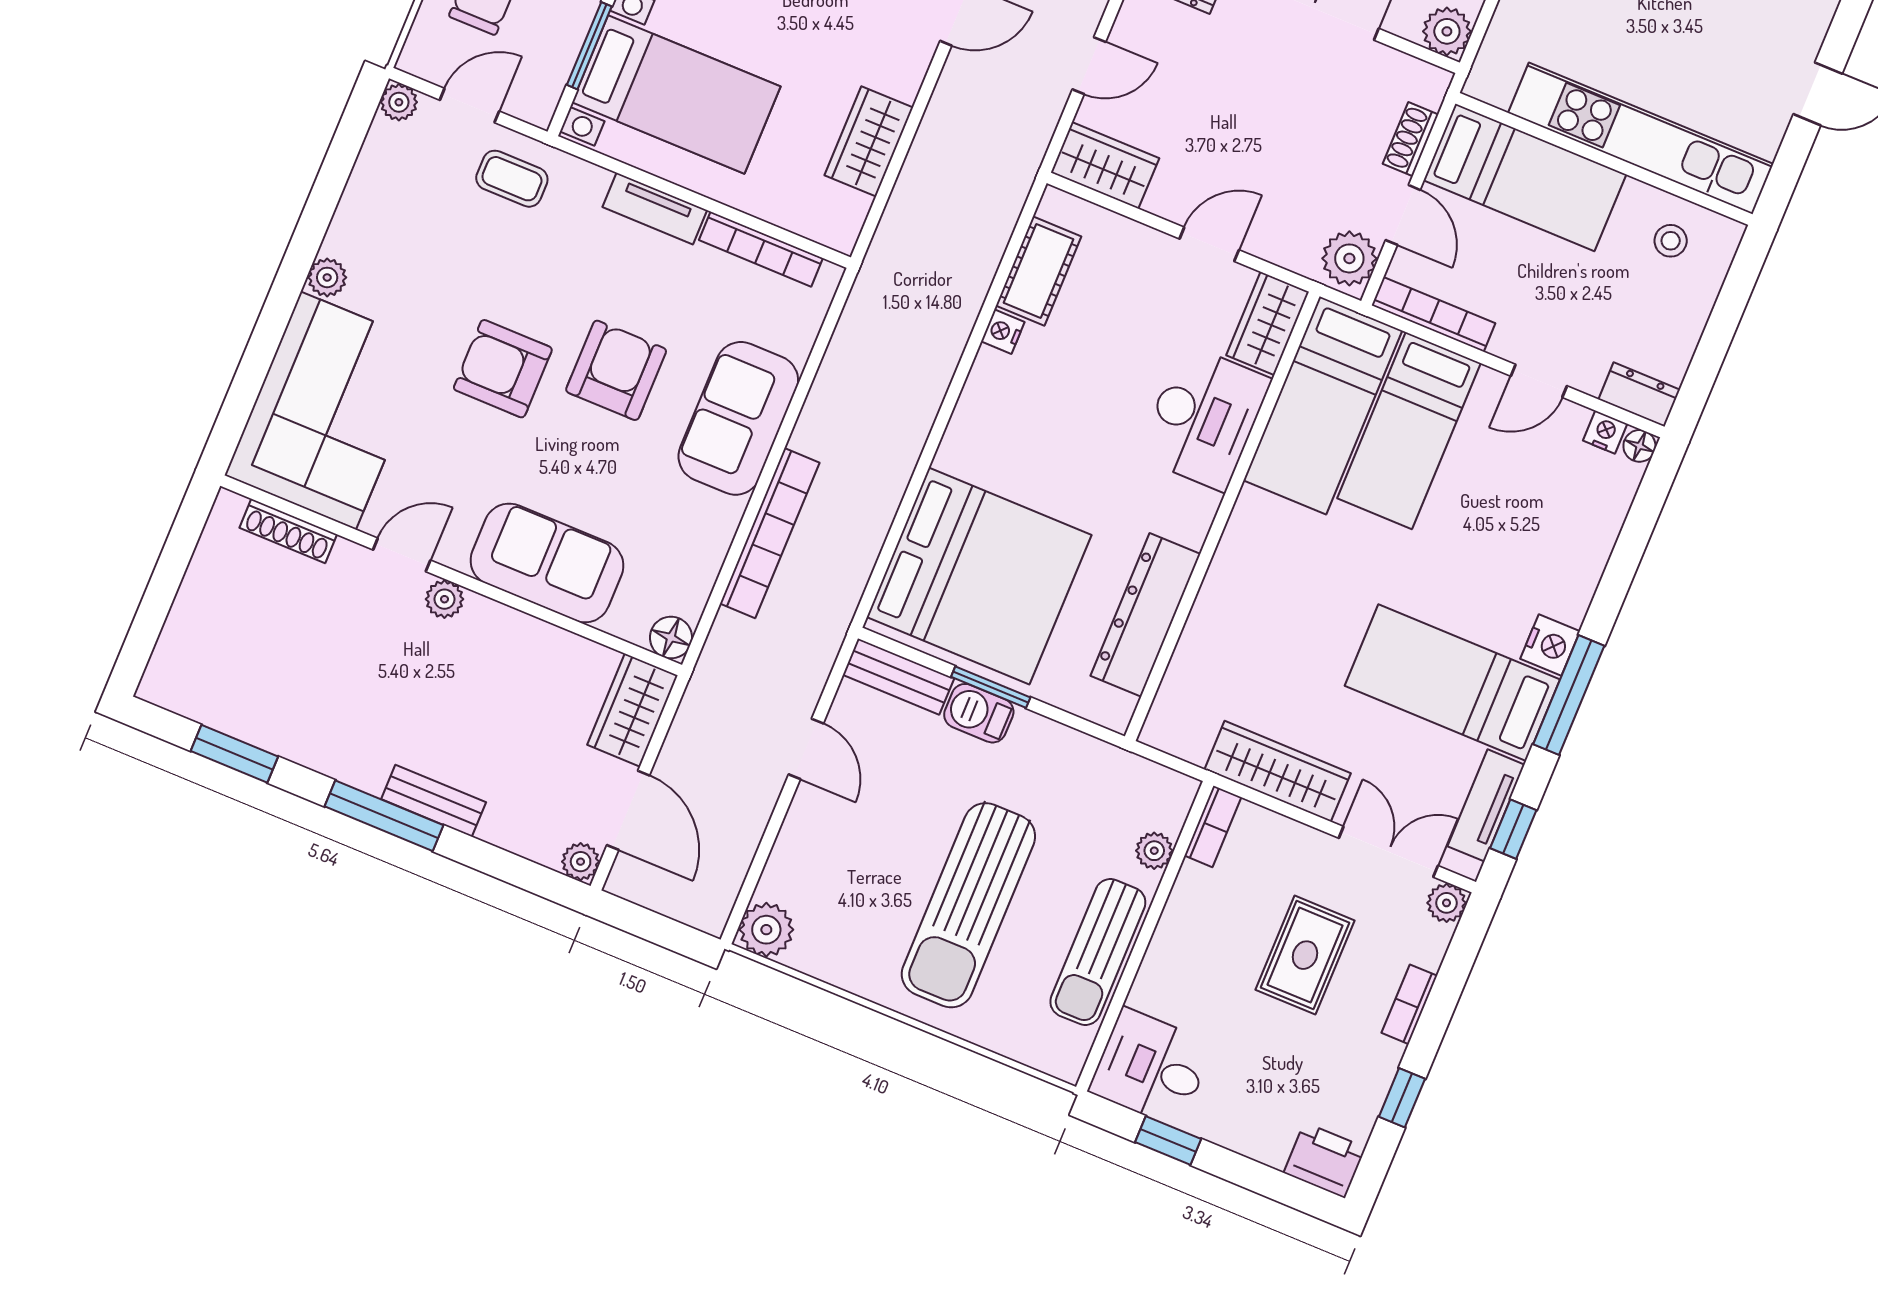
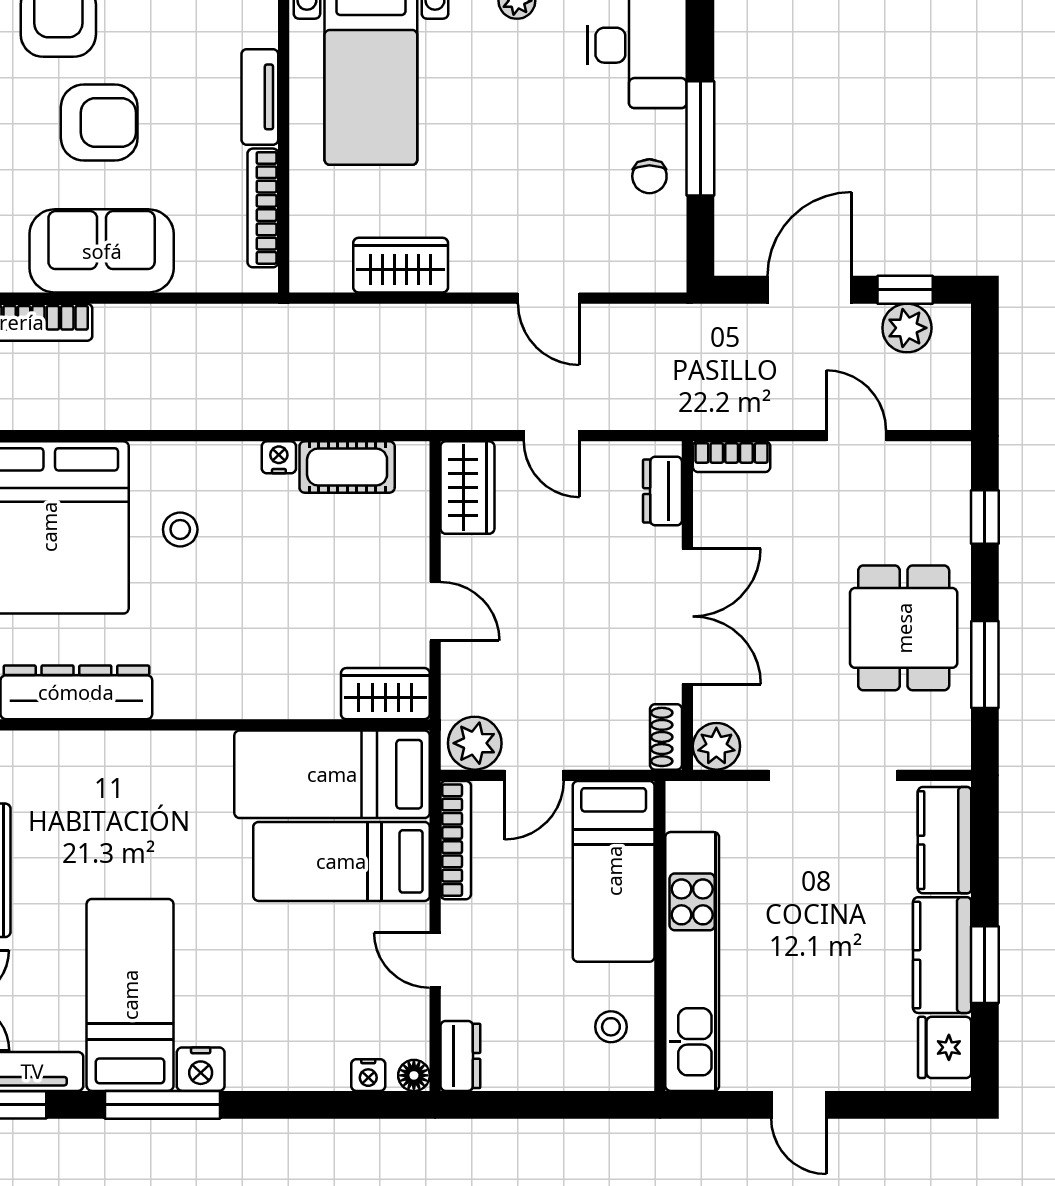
shoe rack: (1411, 139) -> (666, 737), moved, turned -90
desk: (1204, 418) -> (277, 672), removed
nightstand: (1605, 432) -> (368, 1075), moved, turned 90
stool: (1032, 453) -> (180, 529), added

